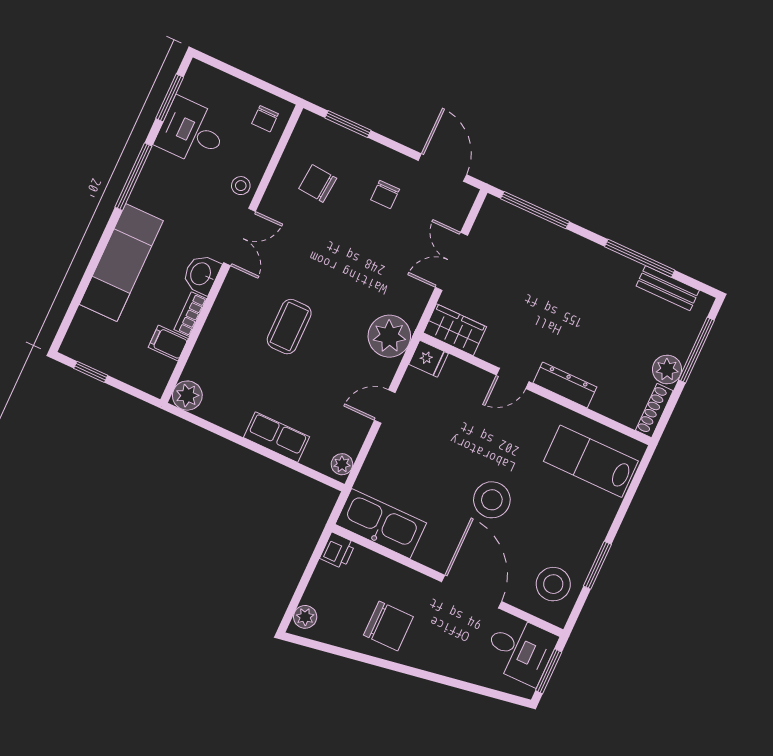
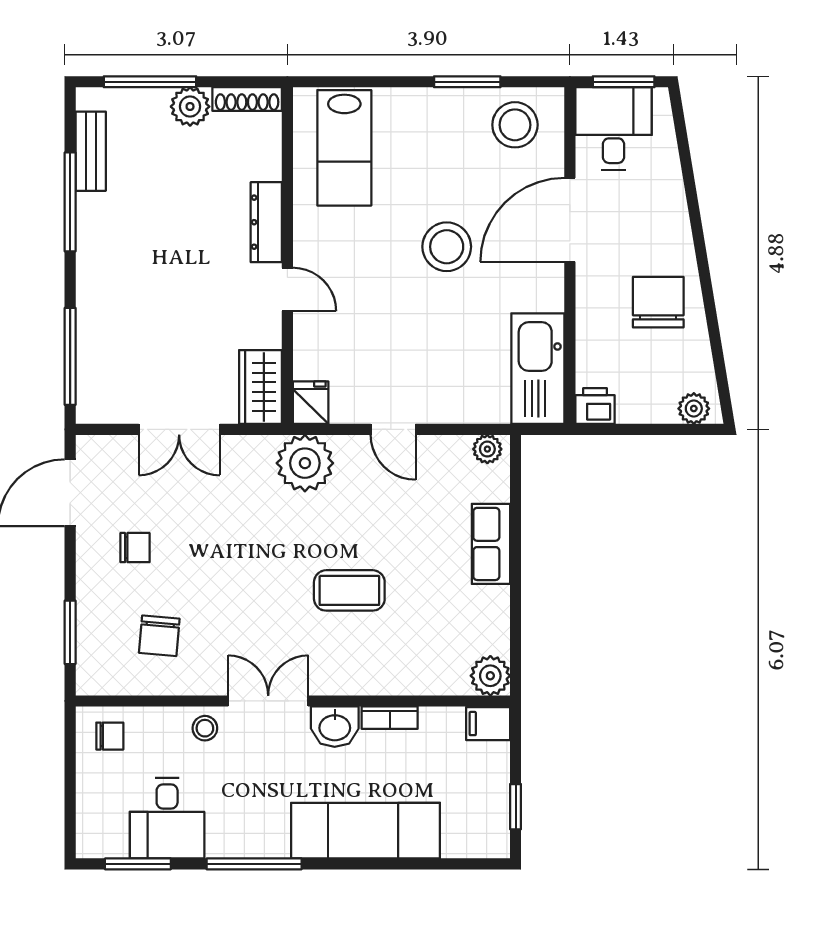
filing cabinet: (168, 343) -> (488, 724), moved, turned 90

